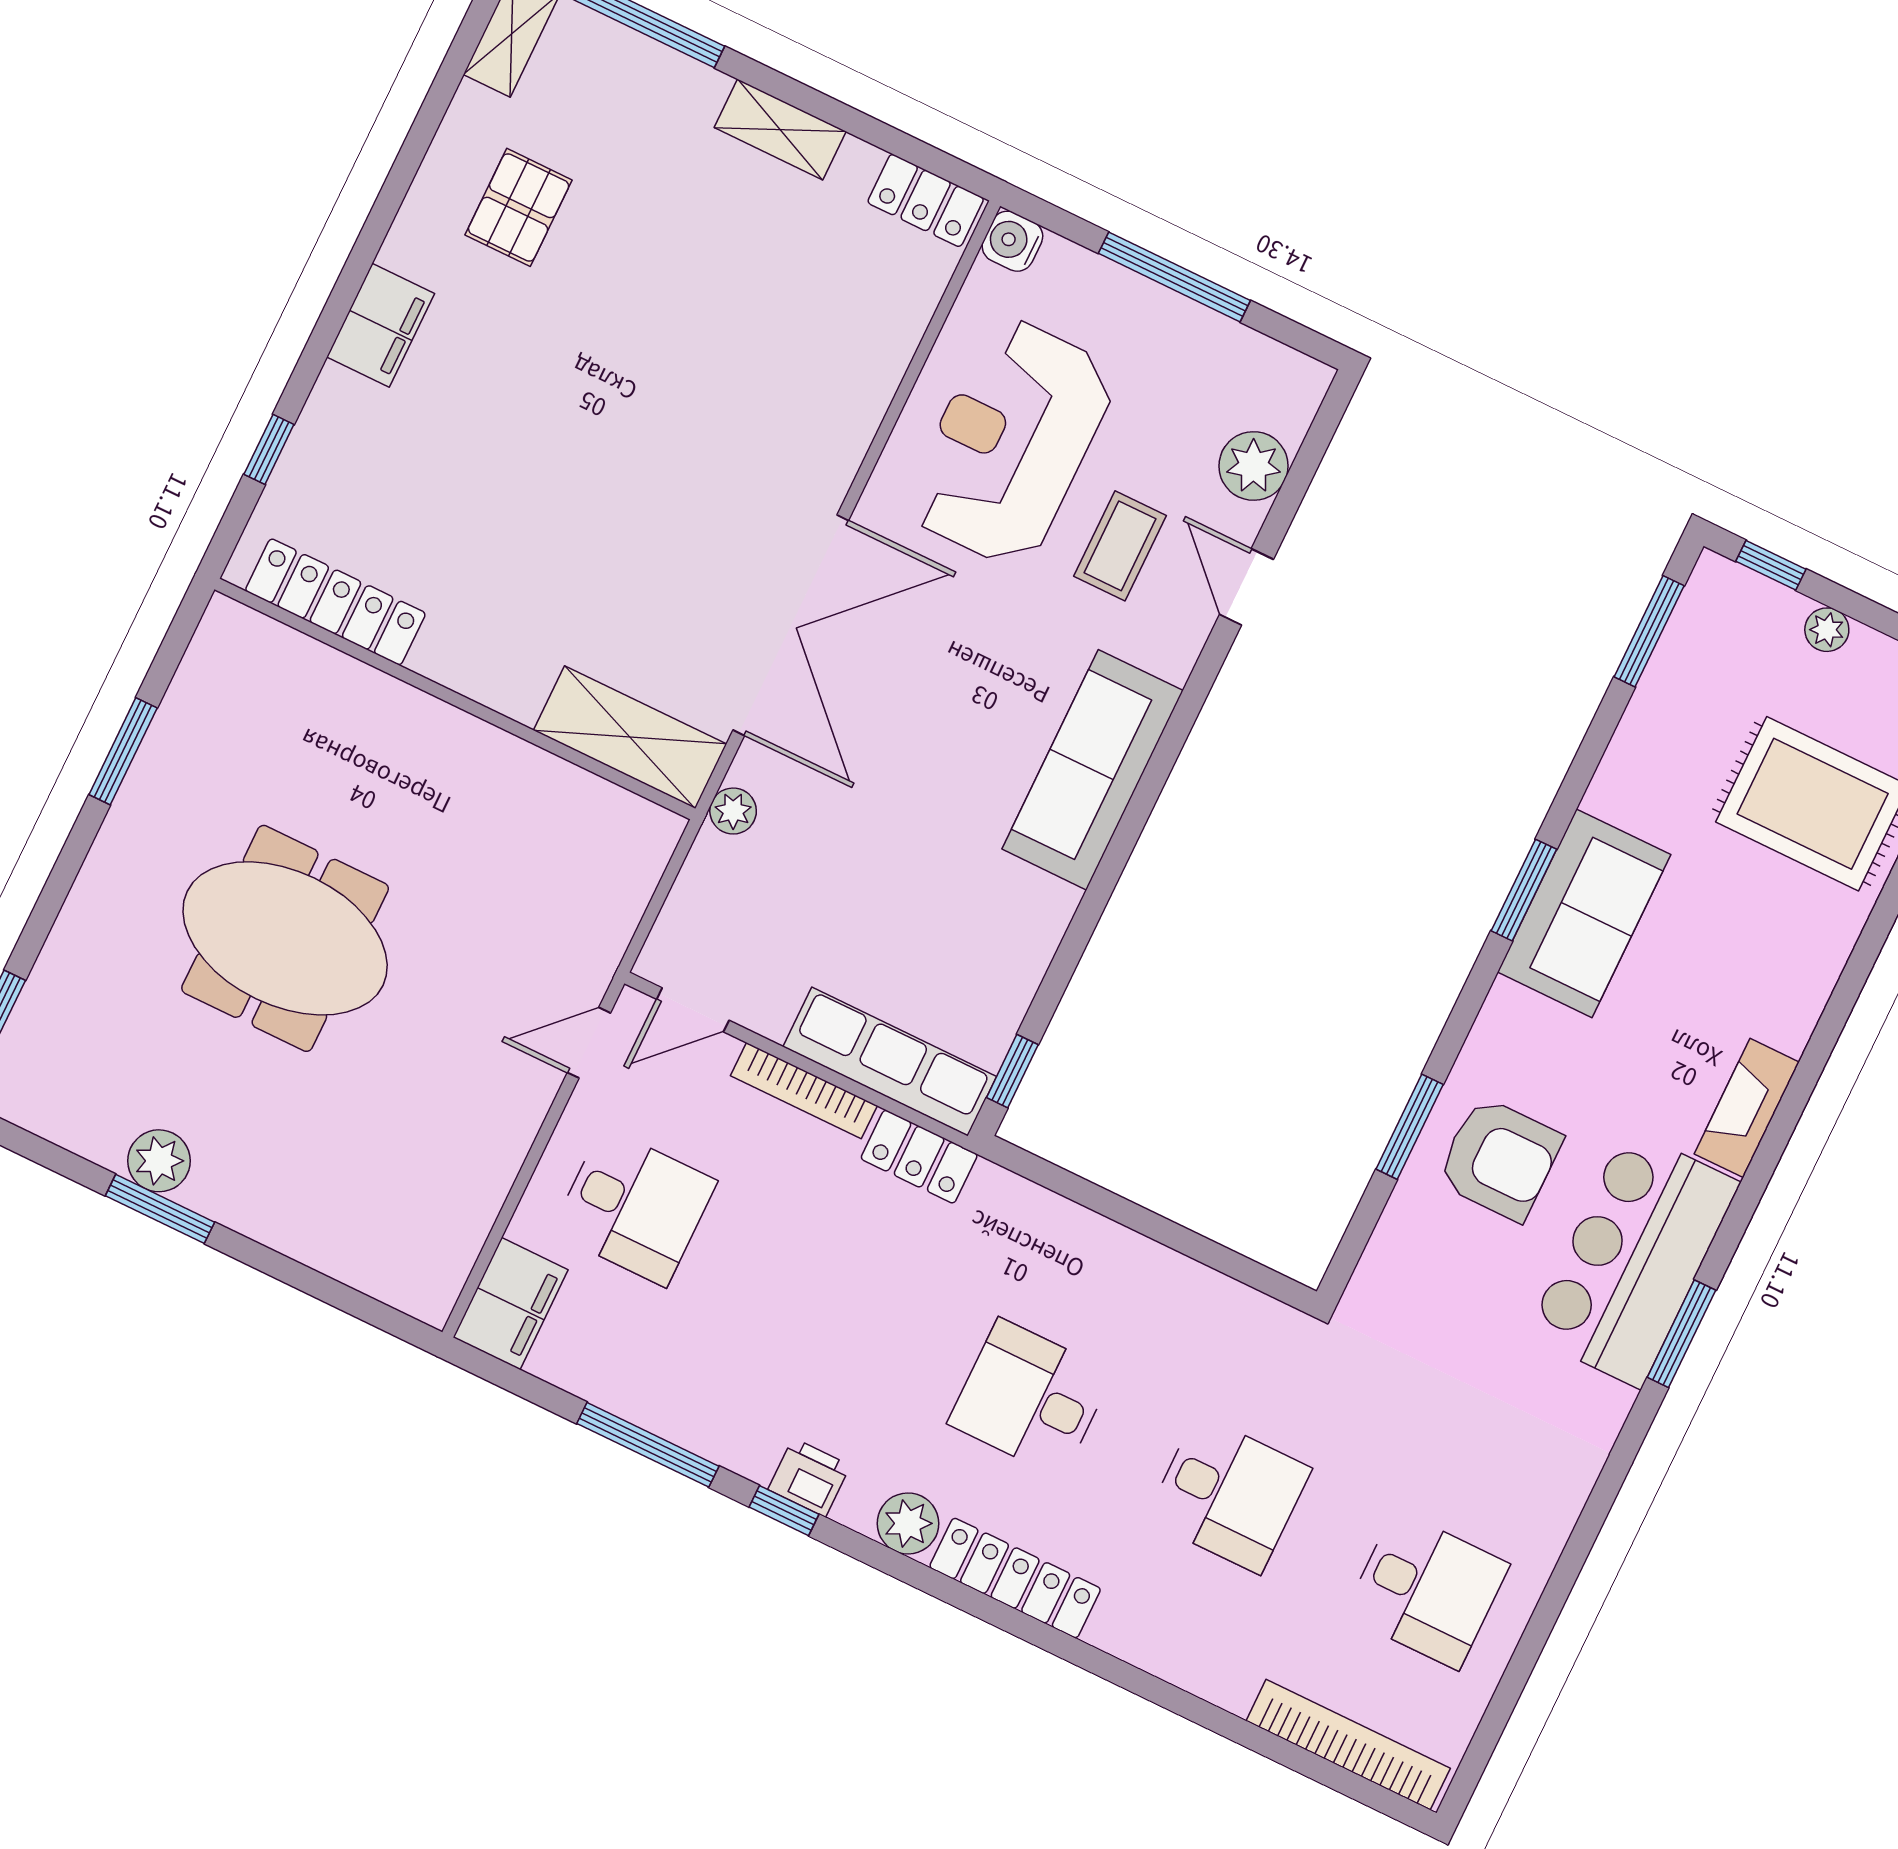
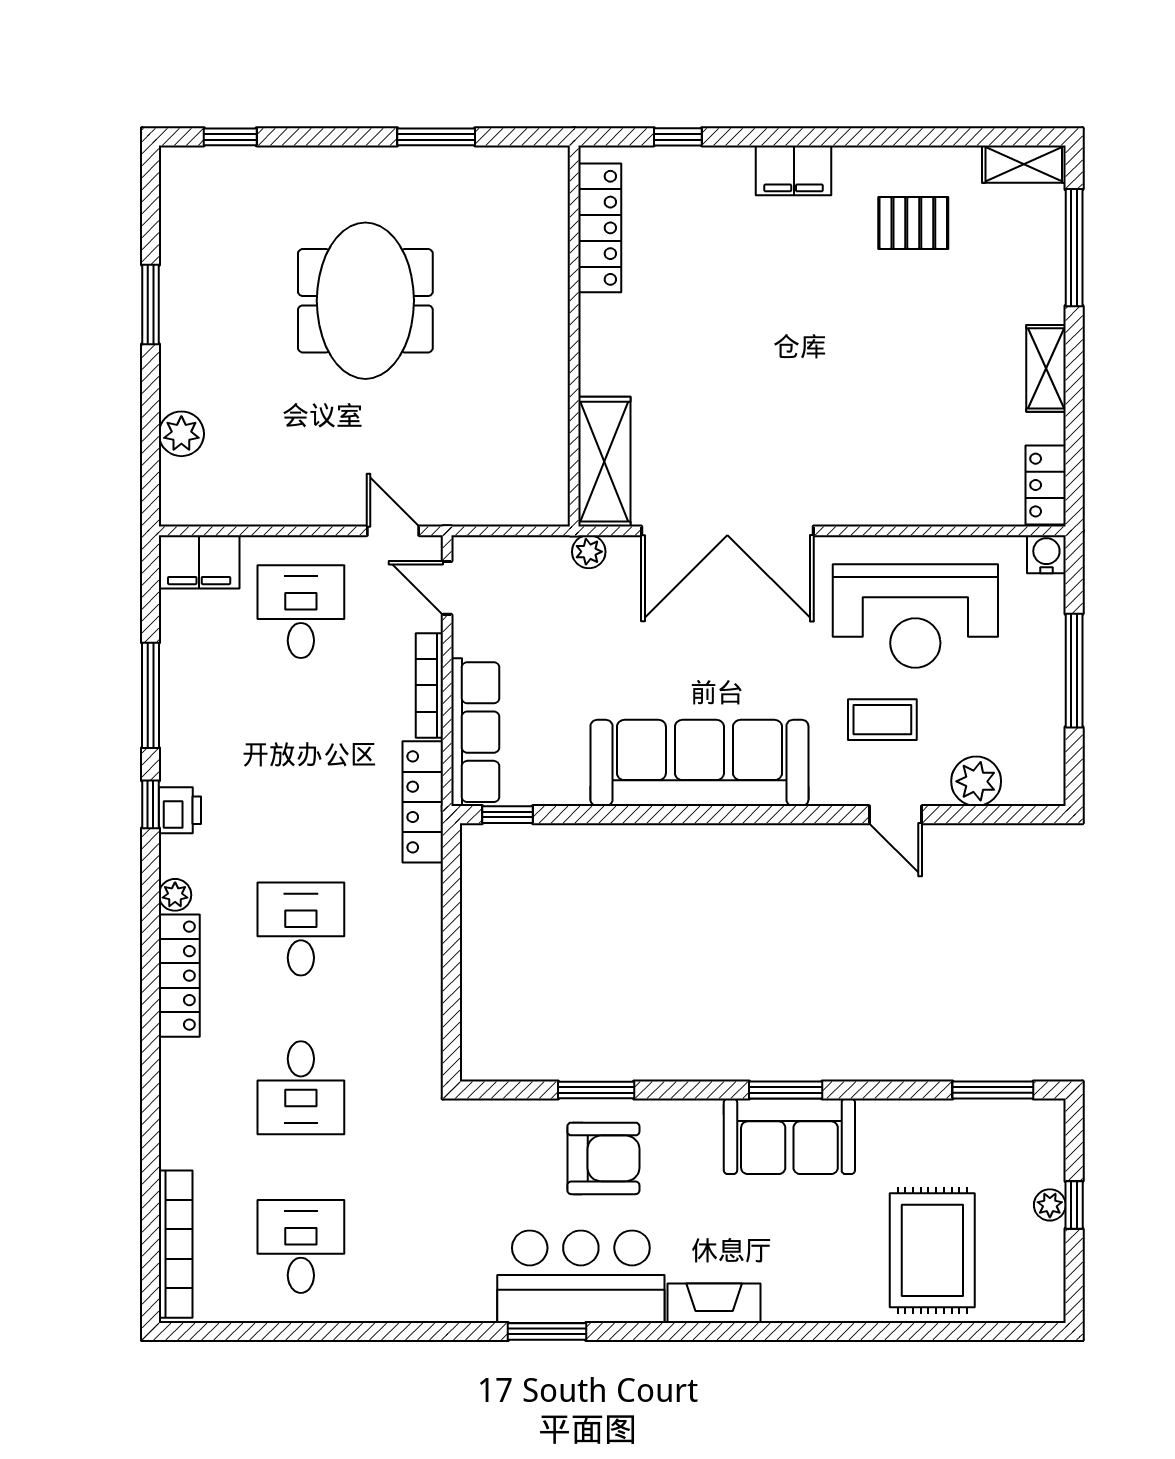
reception desk: (1010, 442) -> (915, 616), turned 180
window: (1771, 565) -> (1074, 1205), moved
door: (1246, 587) -> (895, 815), swing flipped
sofa: (1093, 770) -> (699, 763), width x1.36, depth x1.27
locker: (919, 1157) -> (423, 802), width x1.53
armchair: (1499, 1159) -> (603, 1158), turned -90
plant: (159, 1161) -> (181, 434), moved
desk: (634, 1207) -> (301, 612), turned 180
plant: (908, 1523) -> (175, 895), width x0.73, depth x0.73
desk: (1427, 1590) -> (301, 1246), turned 180

